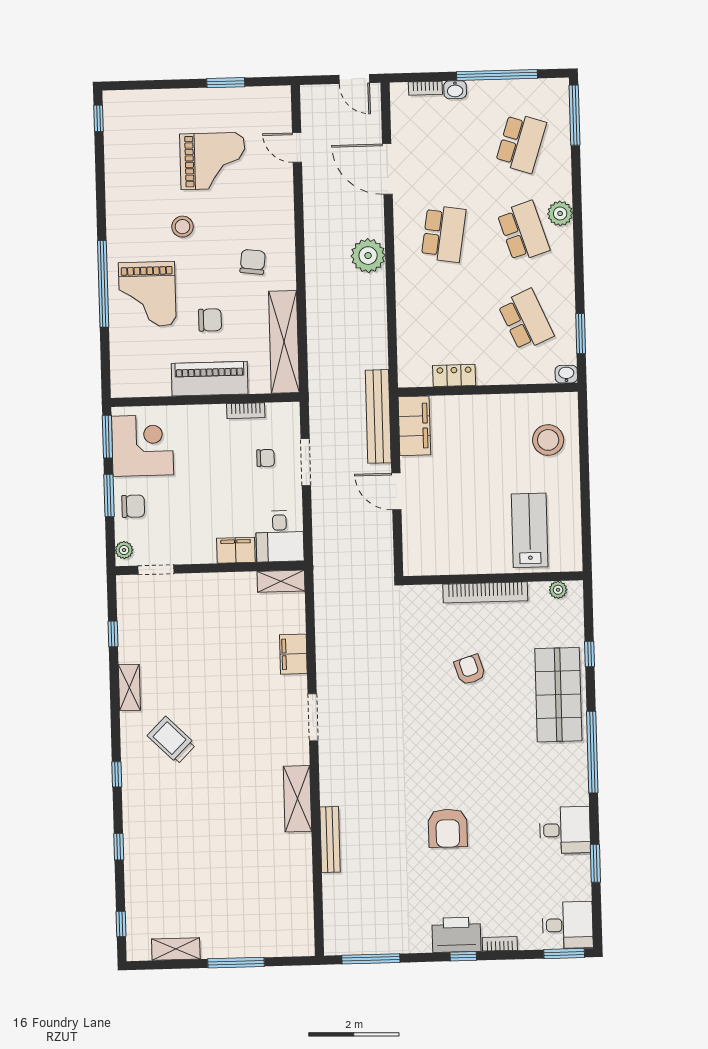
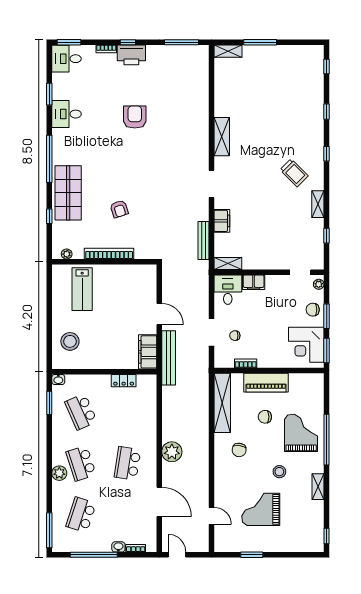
shelving: (115, 203) -> (318, 487), added
bench: (330, 840) -> (203, 241), moved
shelving: (176, 949) -> (228, 51), moved

